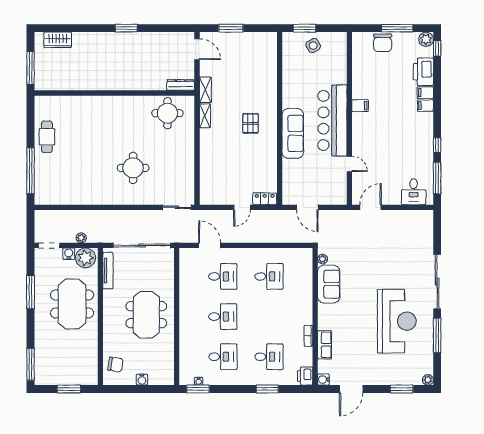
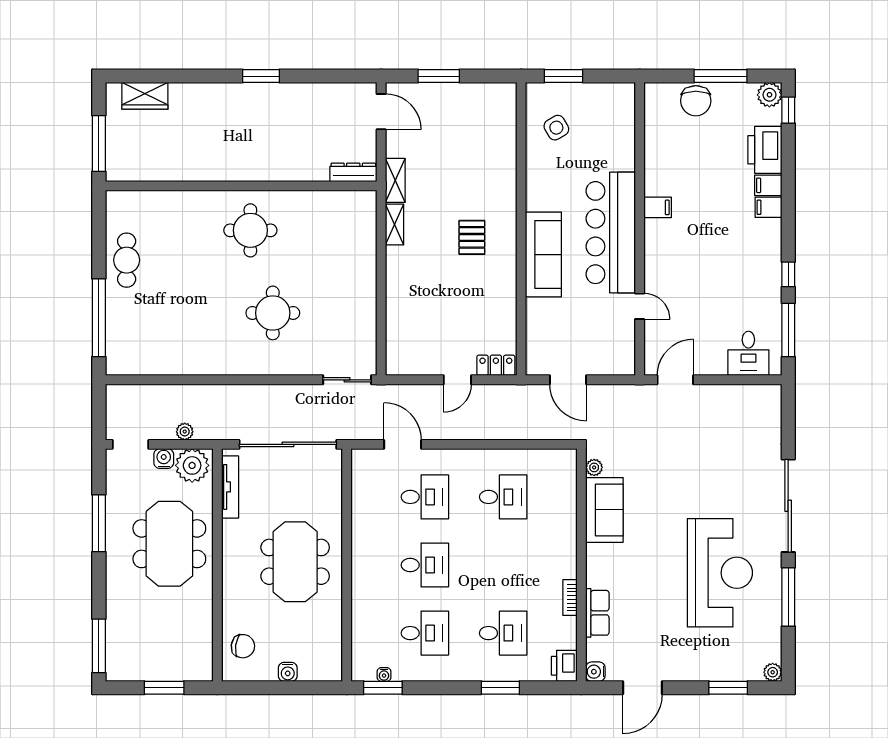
side table: (313, 46) -> (556, 128), moved
round table: (167, 113) -> (250, 230), moved

